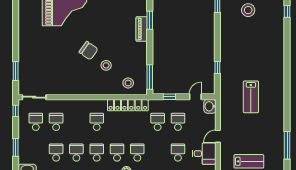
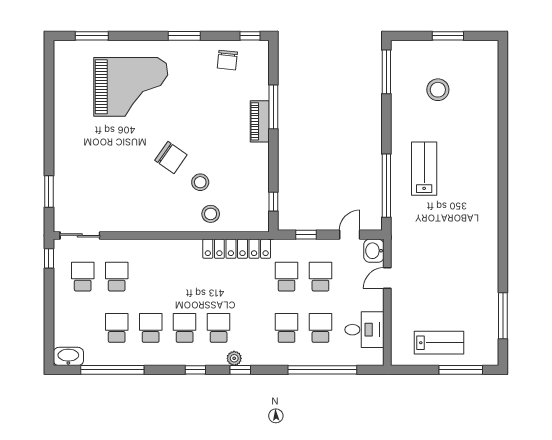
window: (287, 11) -> (503, 92), removed
window: (150, 20) -> (273, 107), width x1.44
window: (217, 67) -> (386, 186), width x3.17
window: (150, 77) -> (273, 202), width x0.46
stool: (128, 83) -> (211, 214), moved
lab bench: (251, 97) -> (424, 169), moved, turned 180
school desk: (97, 122) -> (185, 277), removed
door: (218, 136) -> (387, 278), moved
window: (16, 147) -> (49, 319), removed
school desk: (137, 153) -> (286, 328), moved

